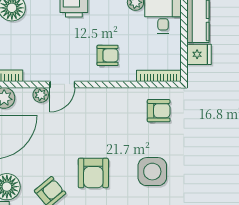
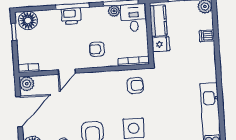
armchair: (108, 55) -> (97, 49), turned 180
plant: (41, 95) -> (52, 80), removed

